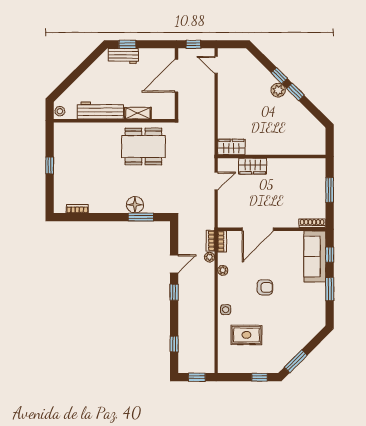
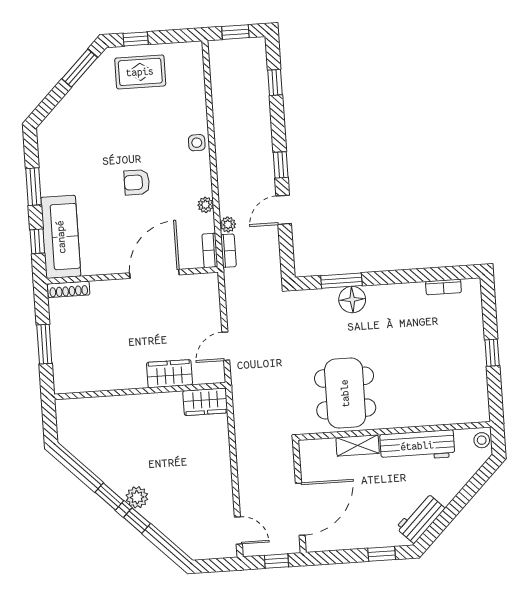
workbench: (123, 56) -> (420, 518), moved, turned -45
dining table: (143, 147) -> (345, 393), turned 90
rug: (246, 335) -> (140, 72), moved

